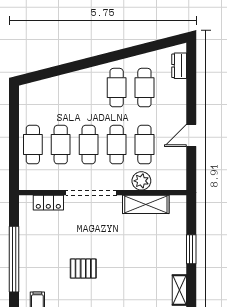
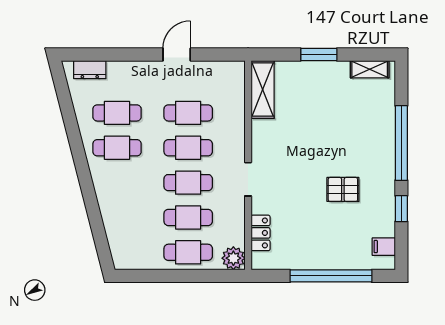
door: (191, 135) -> (177, 54), swing flipped
plant: (141, 181) -> (233, 258), moved
doorway: (91, 193) -> (248, 179), width x0.53
shelving: (146, 204) -> (263, 89), moved
pallet: (83, 269) -> (343, 189), turned 90

